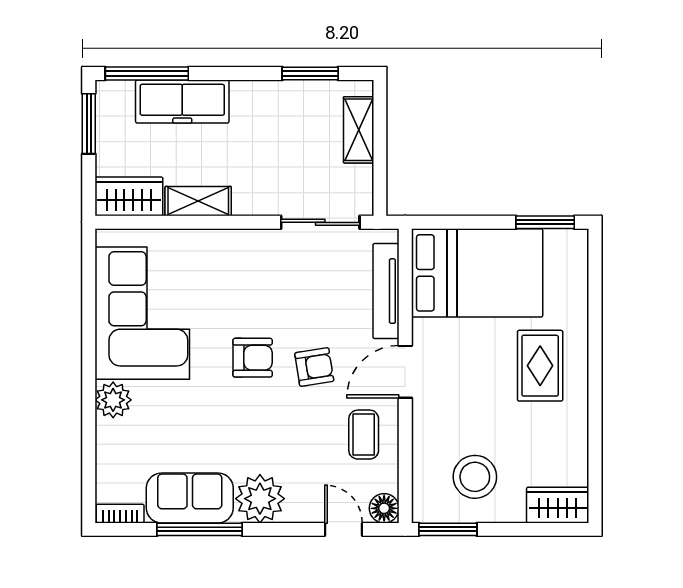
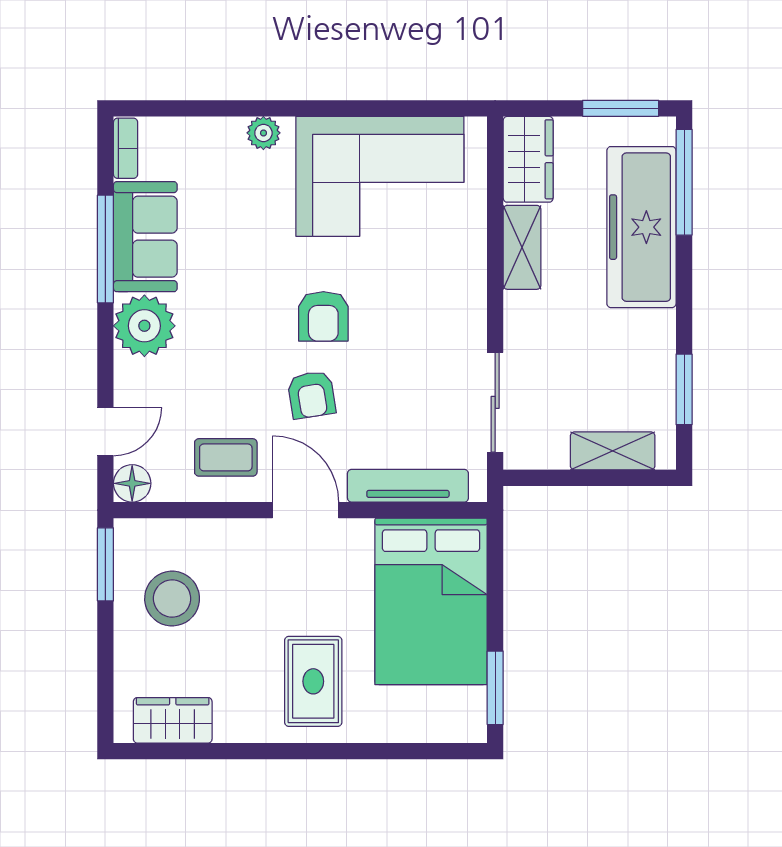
freezer: (182, 102) -> (641, 227), width x1.36, depth x1.26
rug: (540, 366) -> (313, 681), turned 90
plant: (113, 400) -> (263, 133), width x0.73, depth x0.73
wardrobe: (558, 505) -> (173, 720), moved, turned -90

